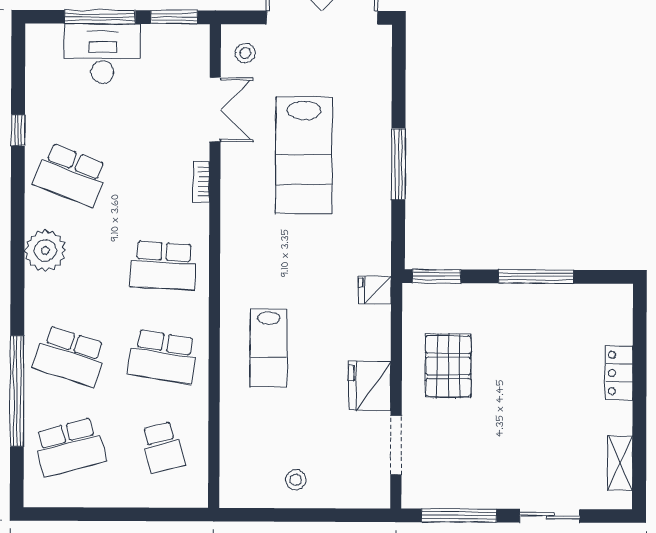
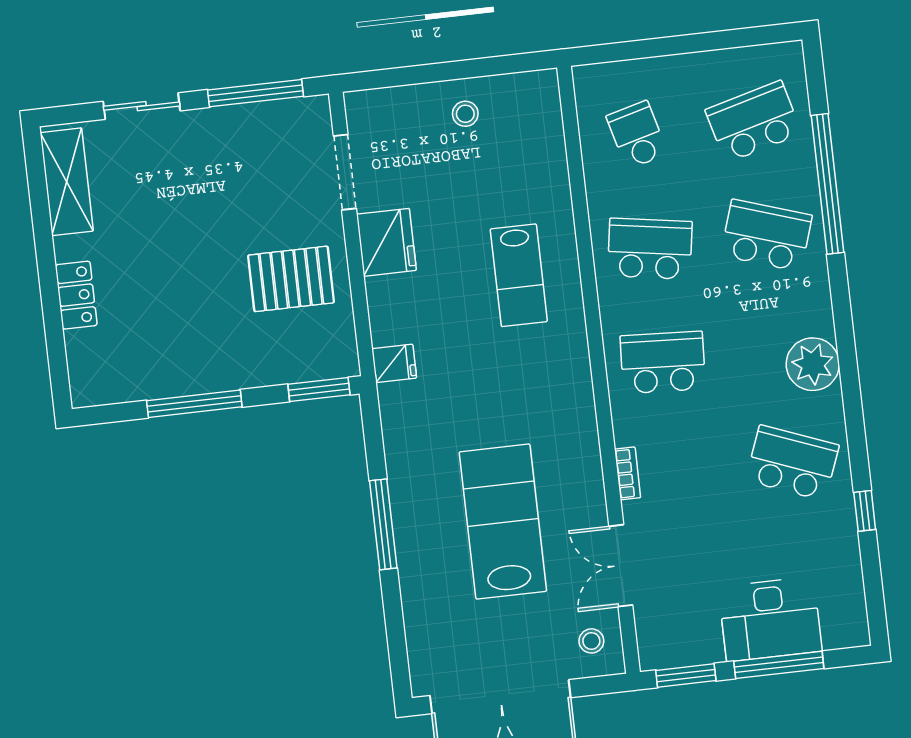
lab bench: (269, 348) -> (519, 275), turned 180
pallet: (448, 366) -> (291, 279), turned 90
shelving: (620, 463) -> (67, 182), width x1.50, depth x1.33

